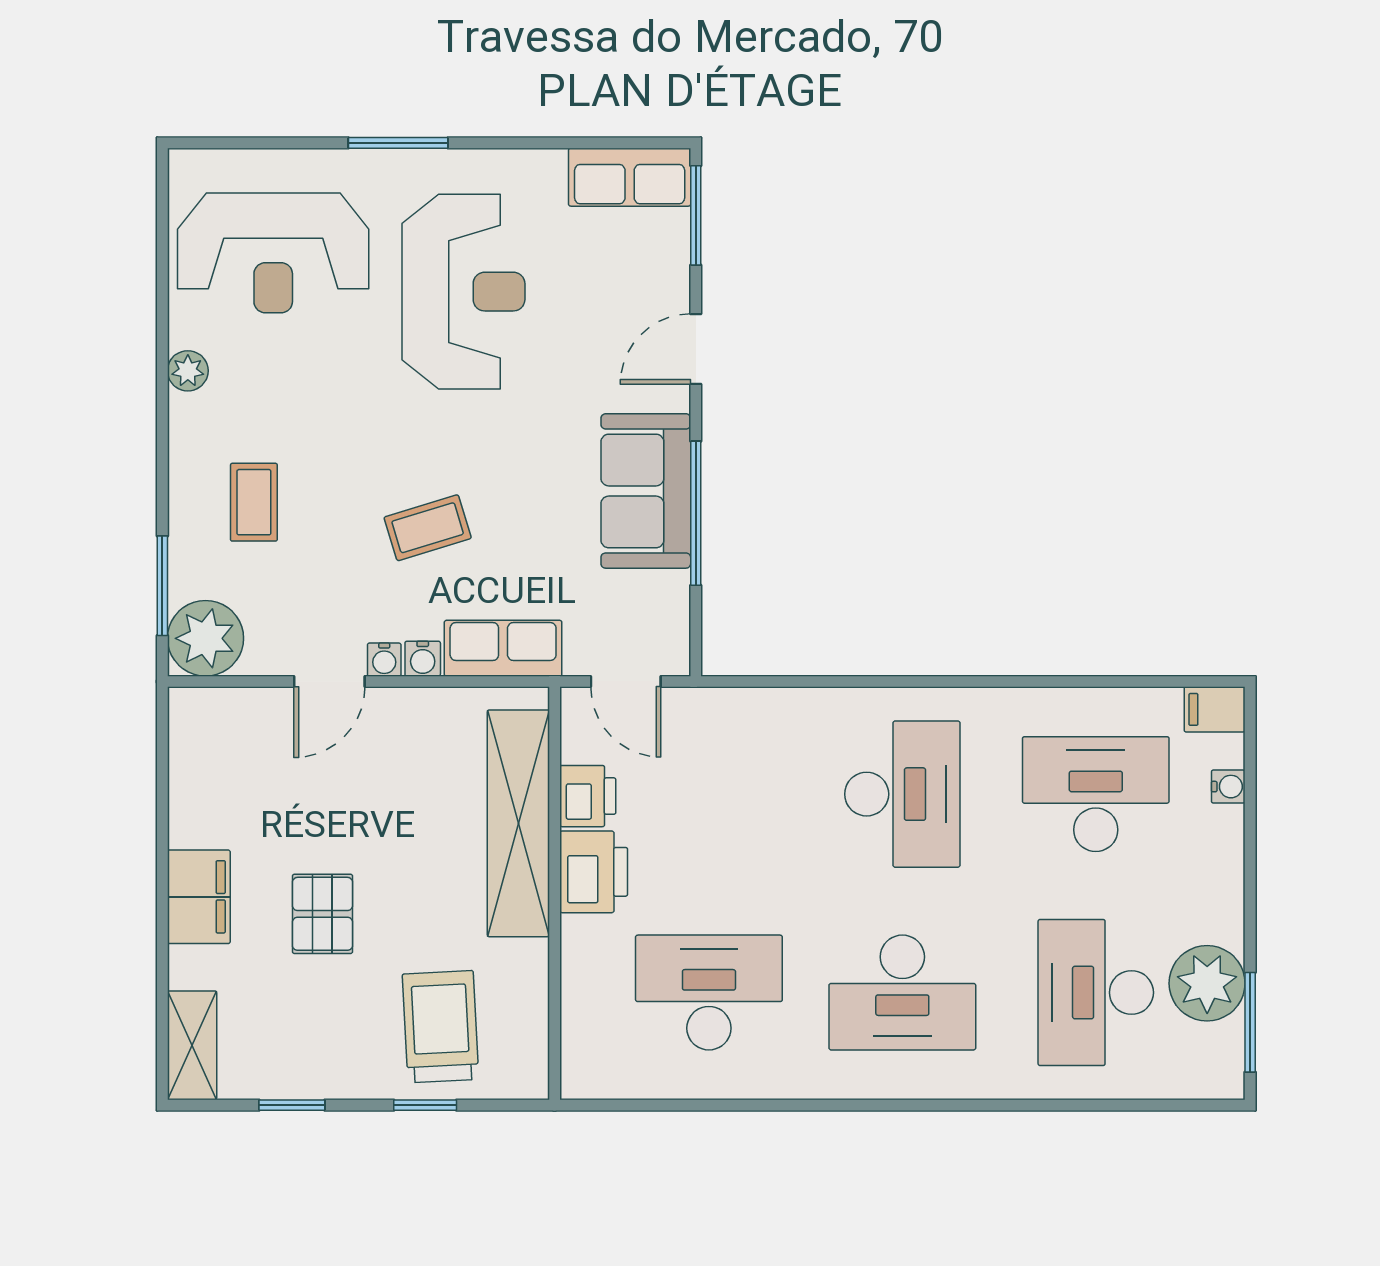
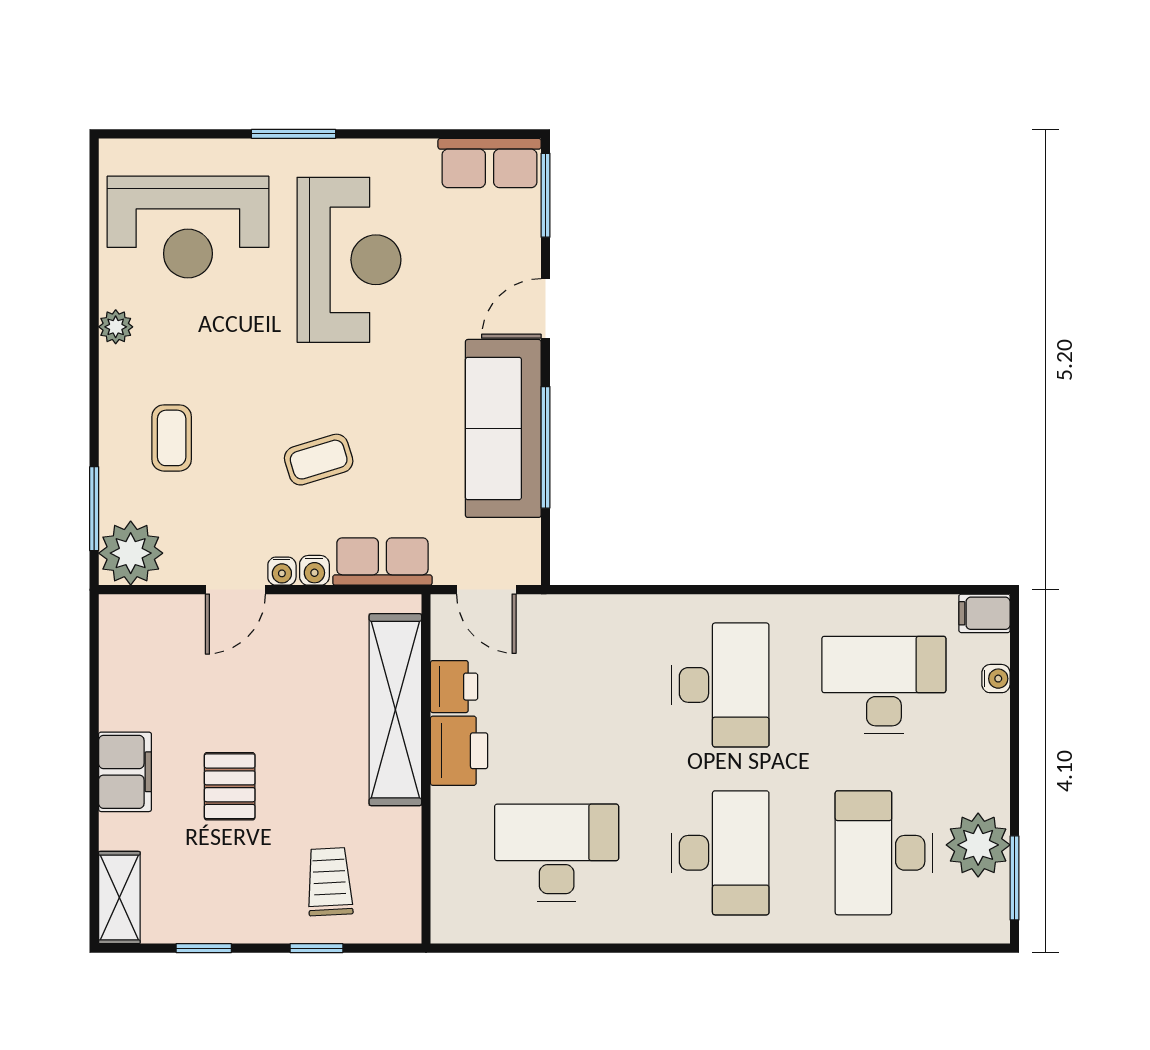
sofa: (646, 491) -> (503, 428), width x1.36
desk: (902, 993) -> (720, 853), turned -90
trolley: (441, 1027) -> (330, 882), width x0.73, depth x0.72

